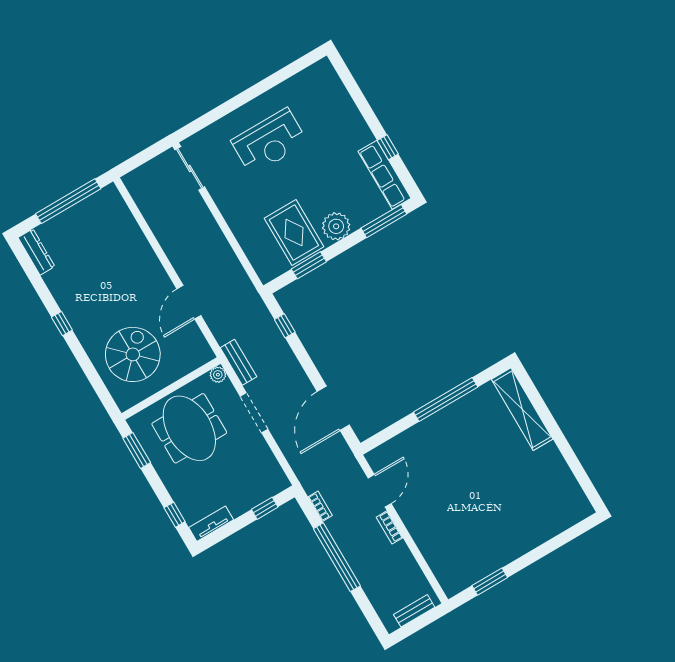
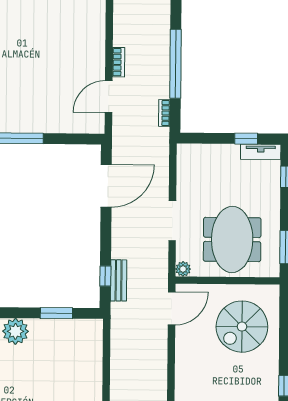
rug: (294, 233) -> (53, 347), removed
door: (189, 302) -> (172, 308), moved
bench: (238, 362) -> (119, 280), moved
window: (265, 508) -> (246, 139), moved

